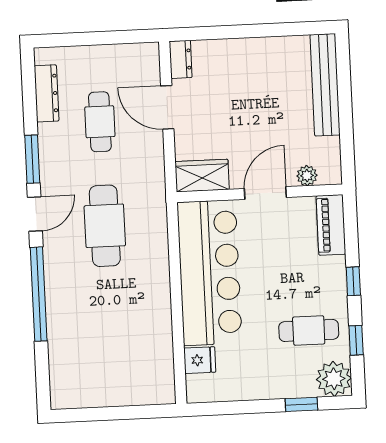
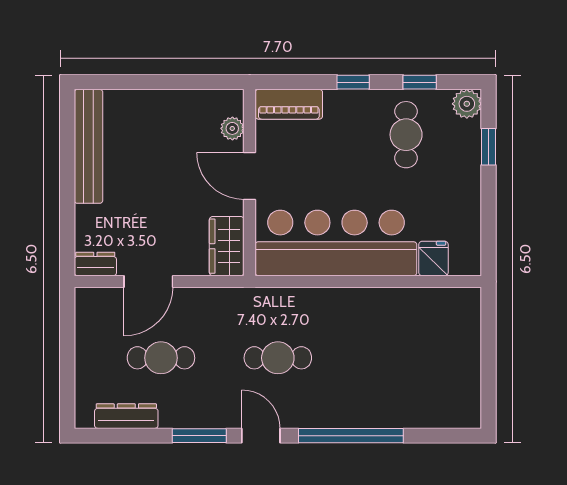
bench: (325, 85) -> (88, 146), moved, turned 90
cafe table: (105, 226) -> (278, 358), width x0.73, depth x0.74
plant: (334, 379) -> (467, 104), width x0.73, depth x0.73

